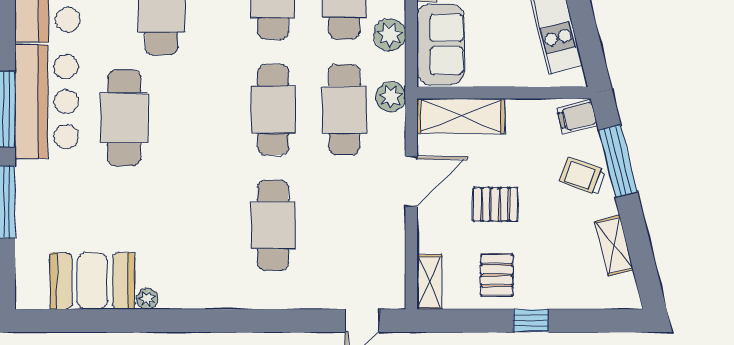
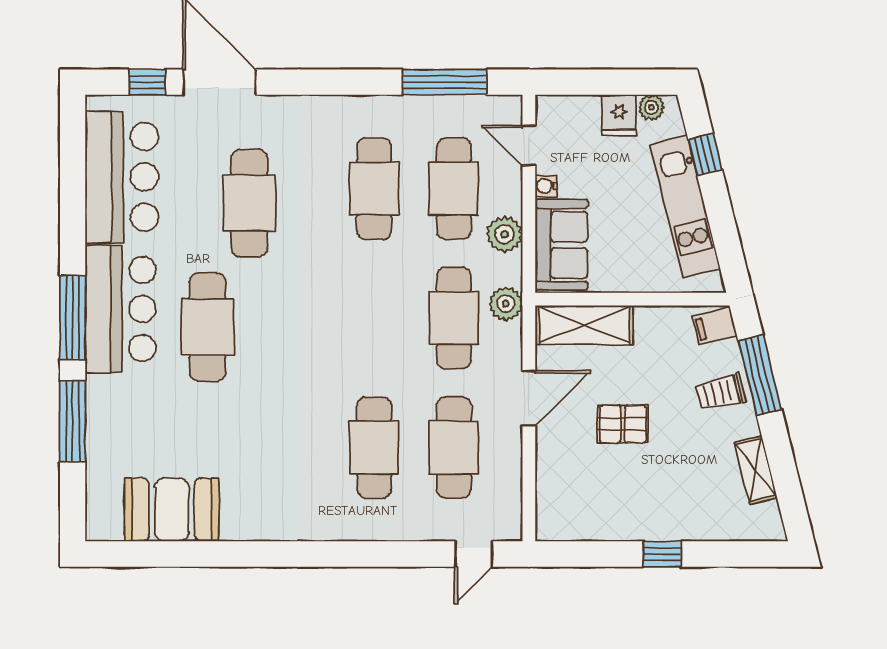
cafe table: (273, 110) -> (454, 448), moved
trolley: (583, 176) -> (721, 392), turned -35
pallet: (497, 275) -> (624, 503), removed
shelving: (429, 282) -> (549, 511), removed
plant: (147, 299) -> (233, 530), removed

